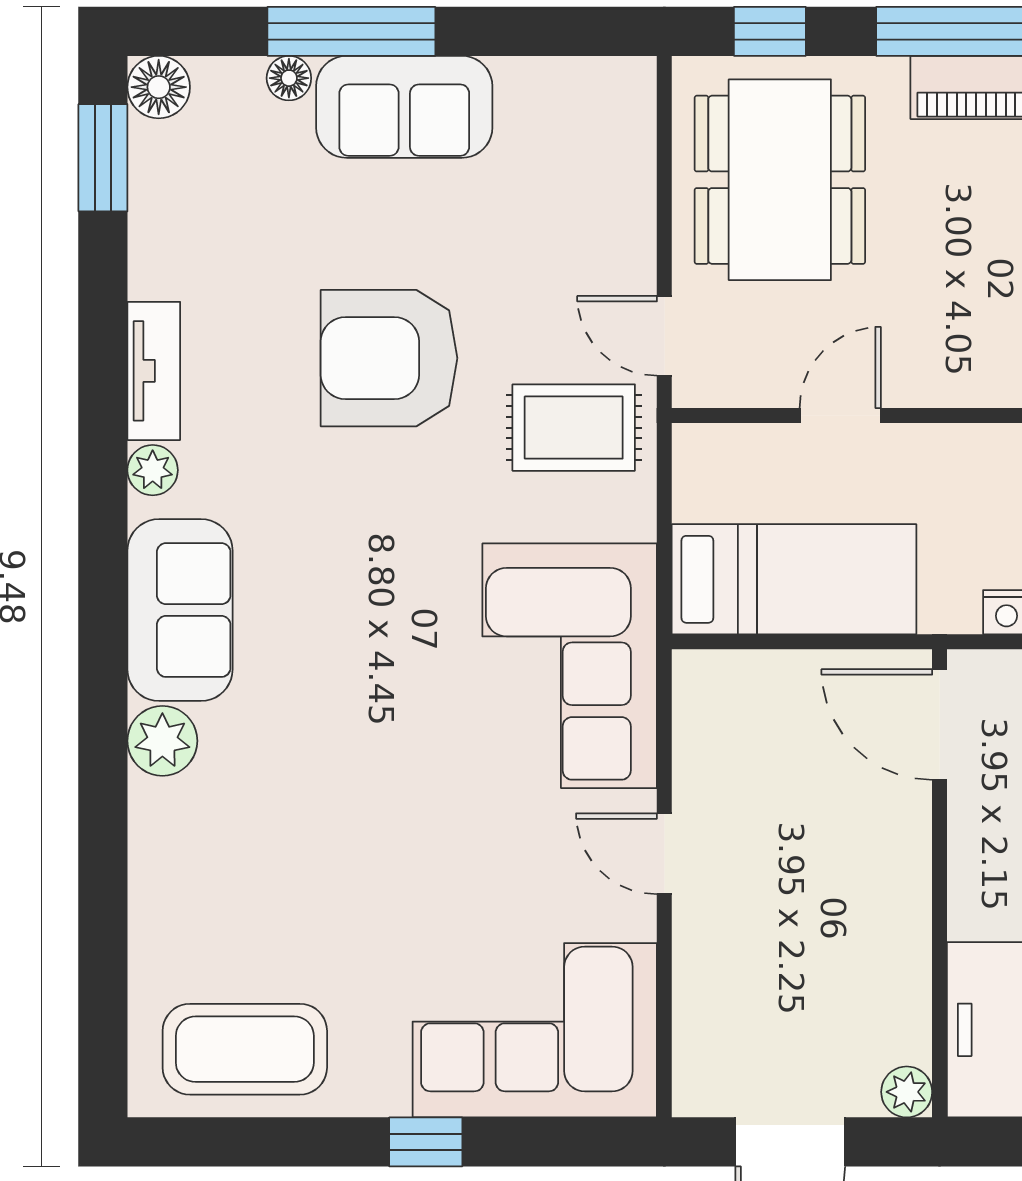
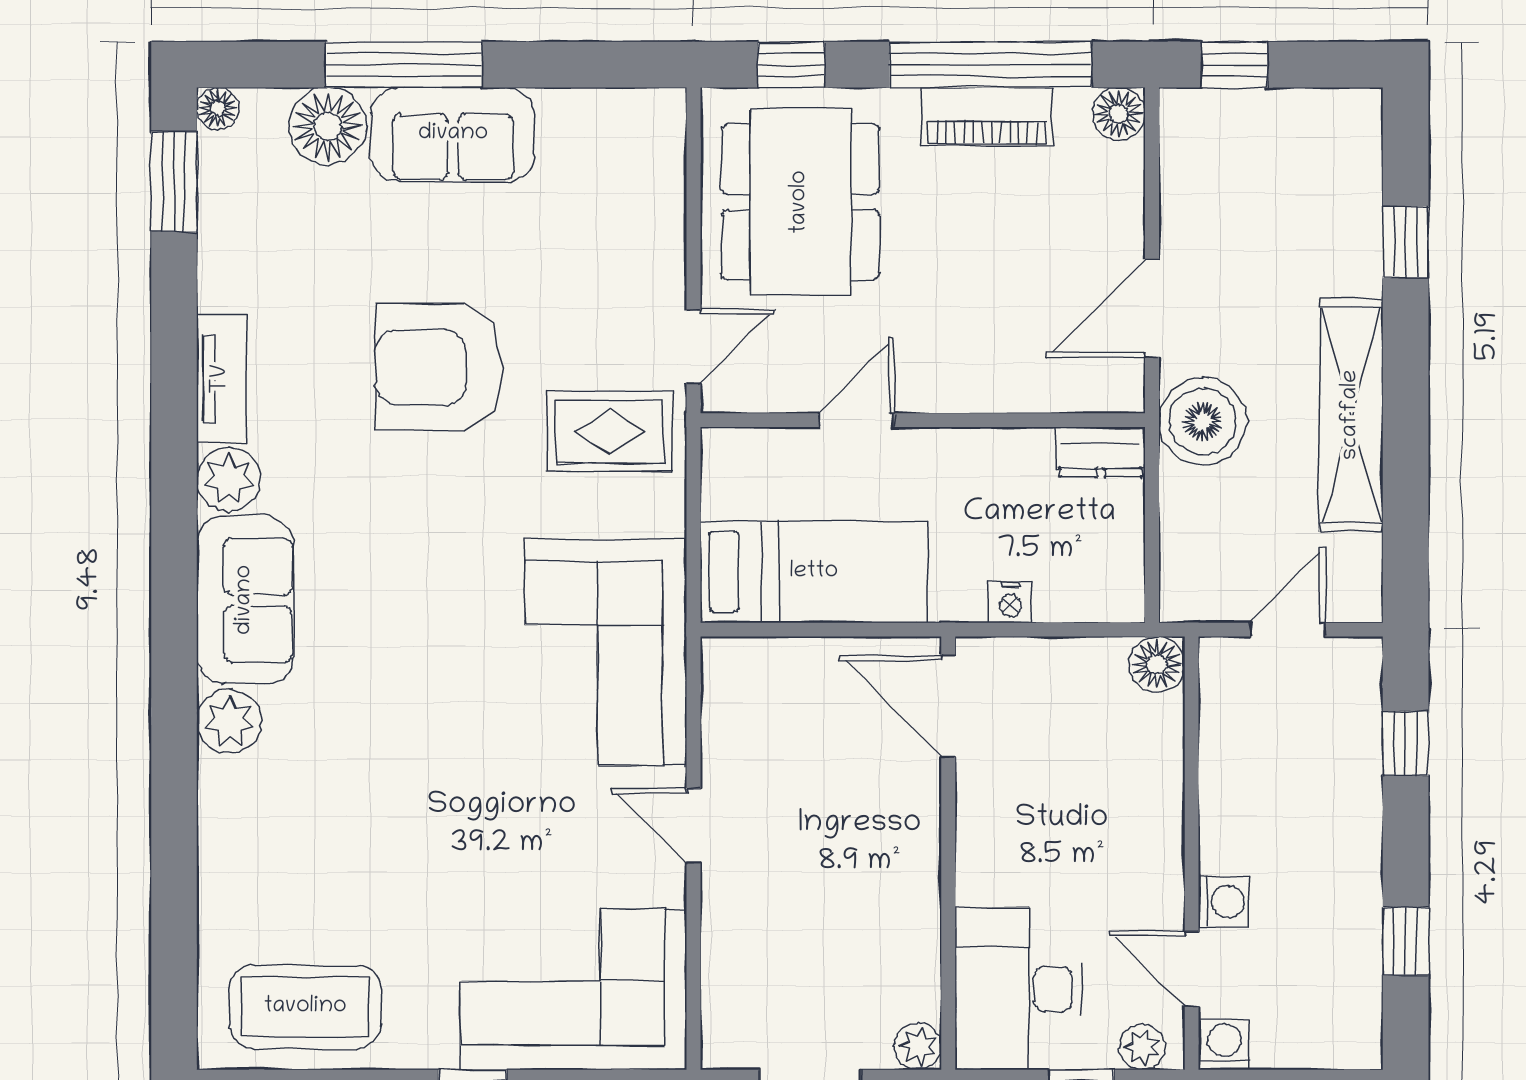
floor lamp: (289, 78) -> (328, 126), width x1.89, depth x1.89
floor lamp: (159, 87) -> (218, 108), width x0.73, depth x0.73
door: (664, 336) -> (694, 346), swing flipped
plant: (153, 470) -> (229, 479), width x1.38, depth x1.38

